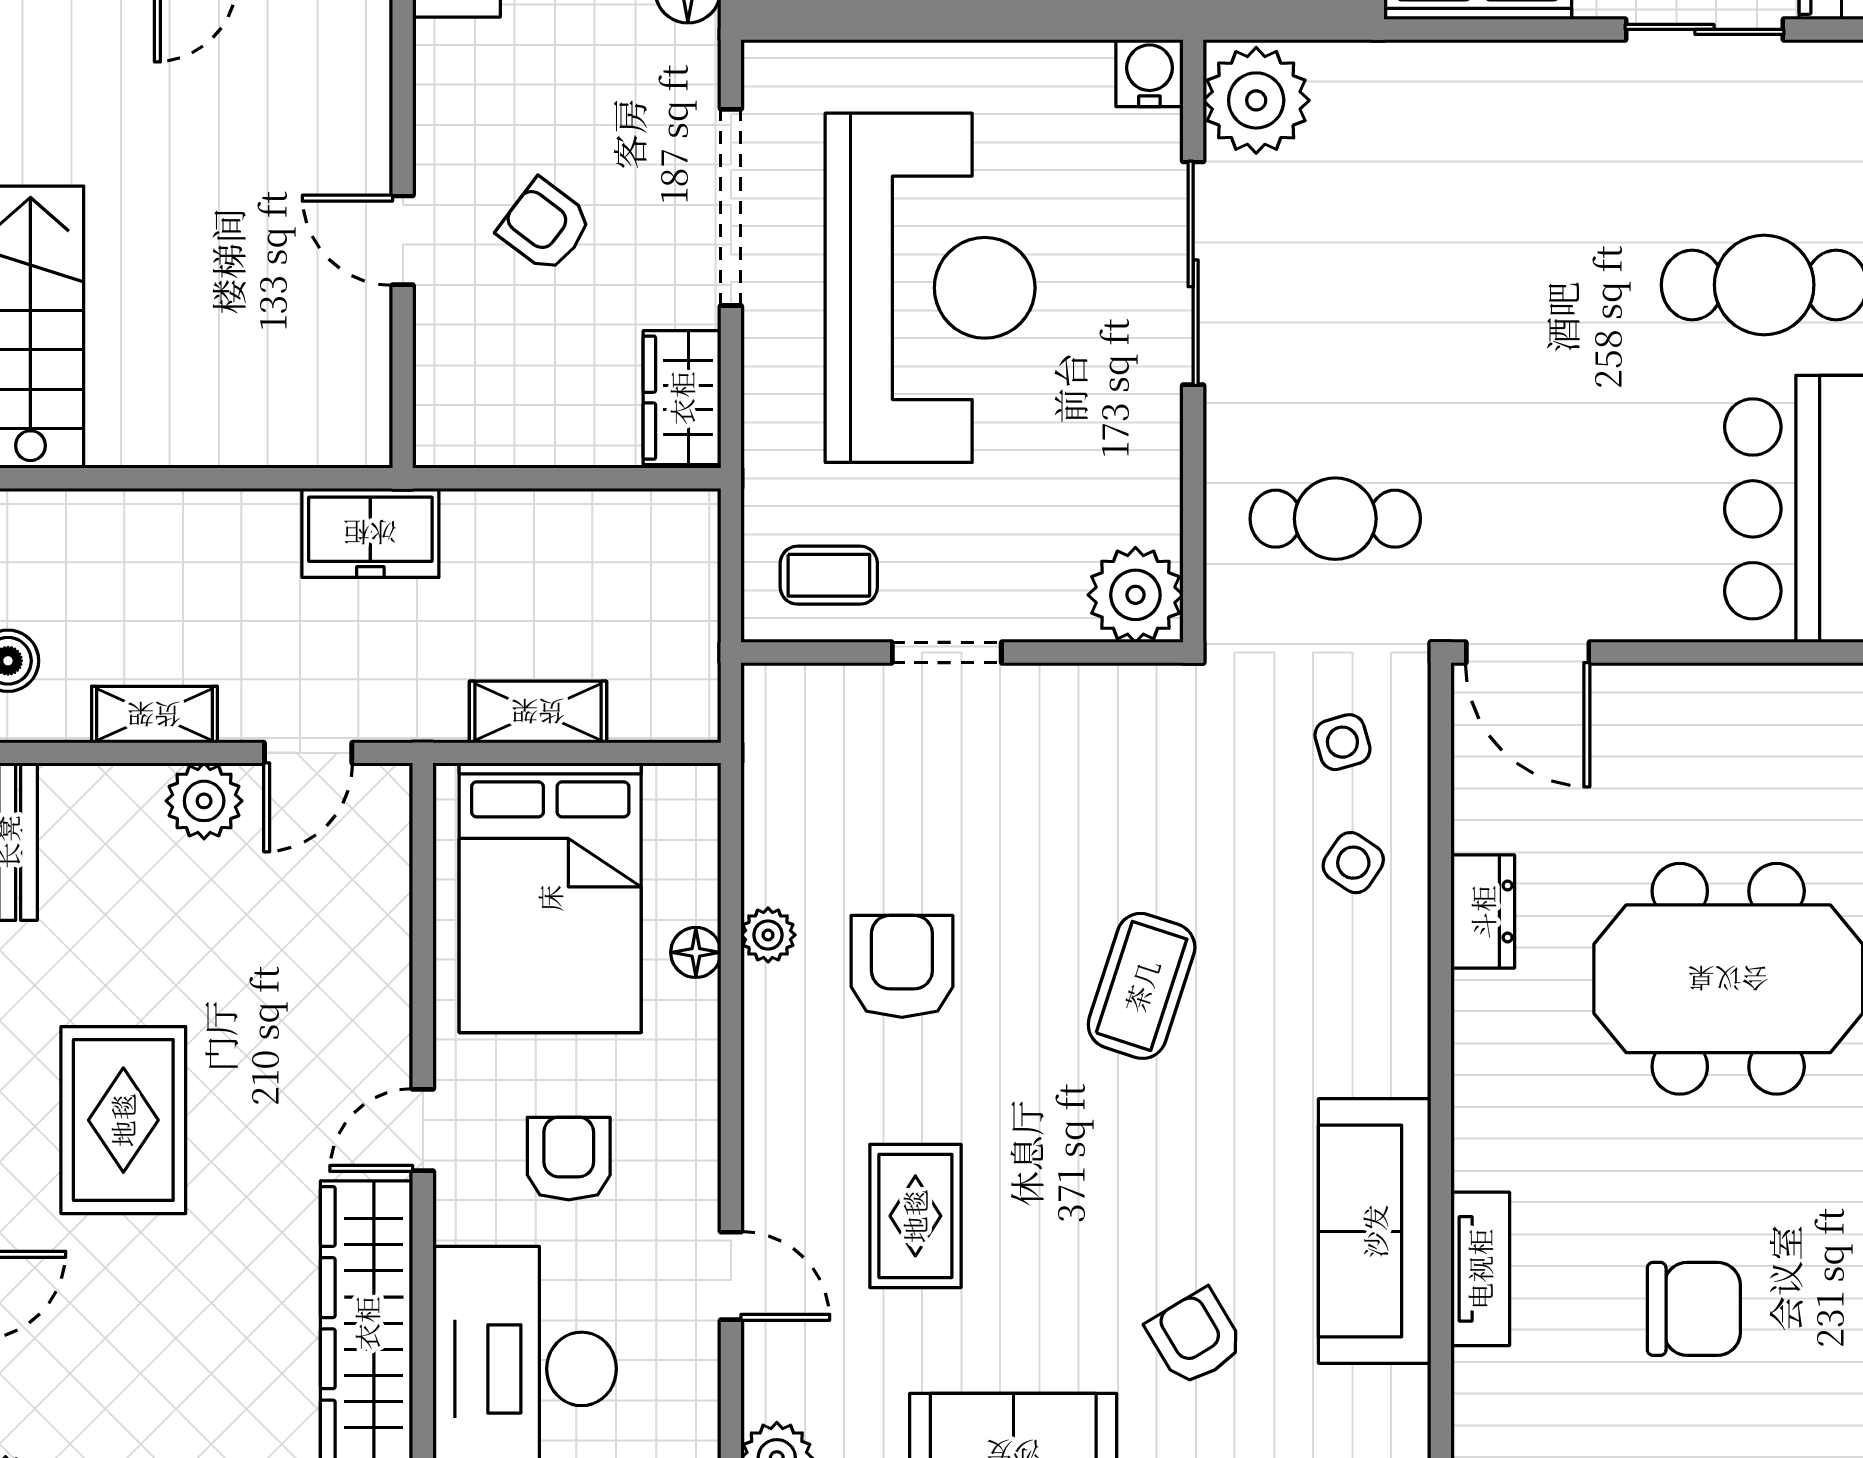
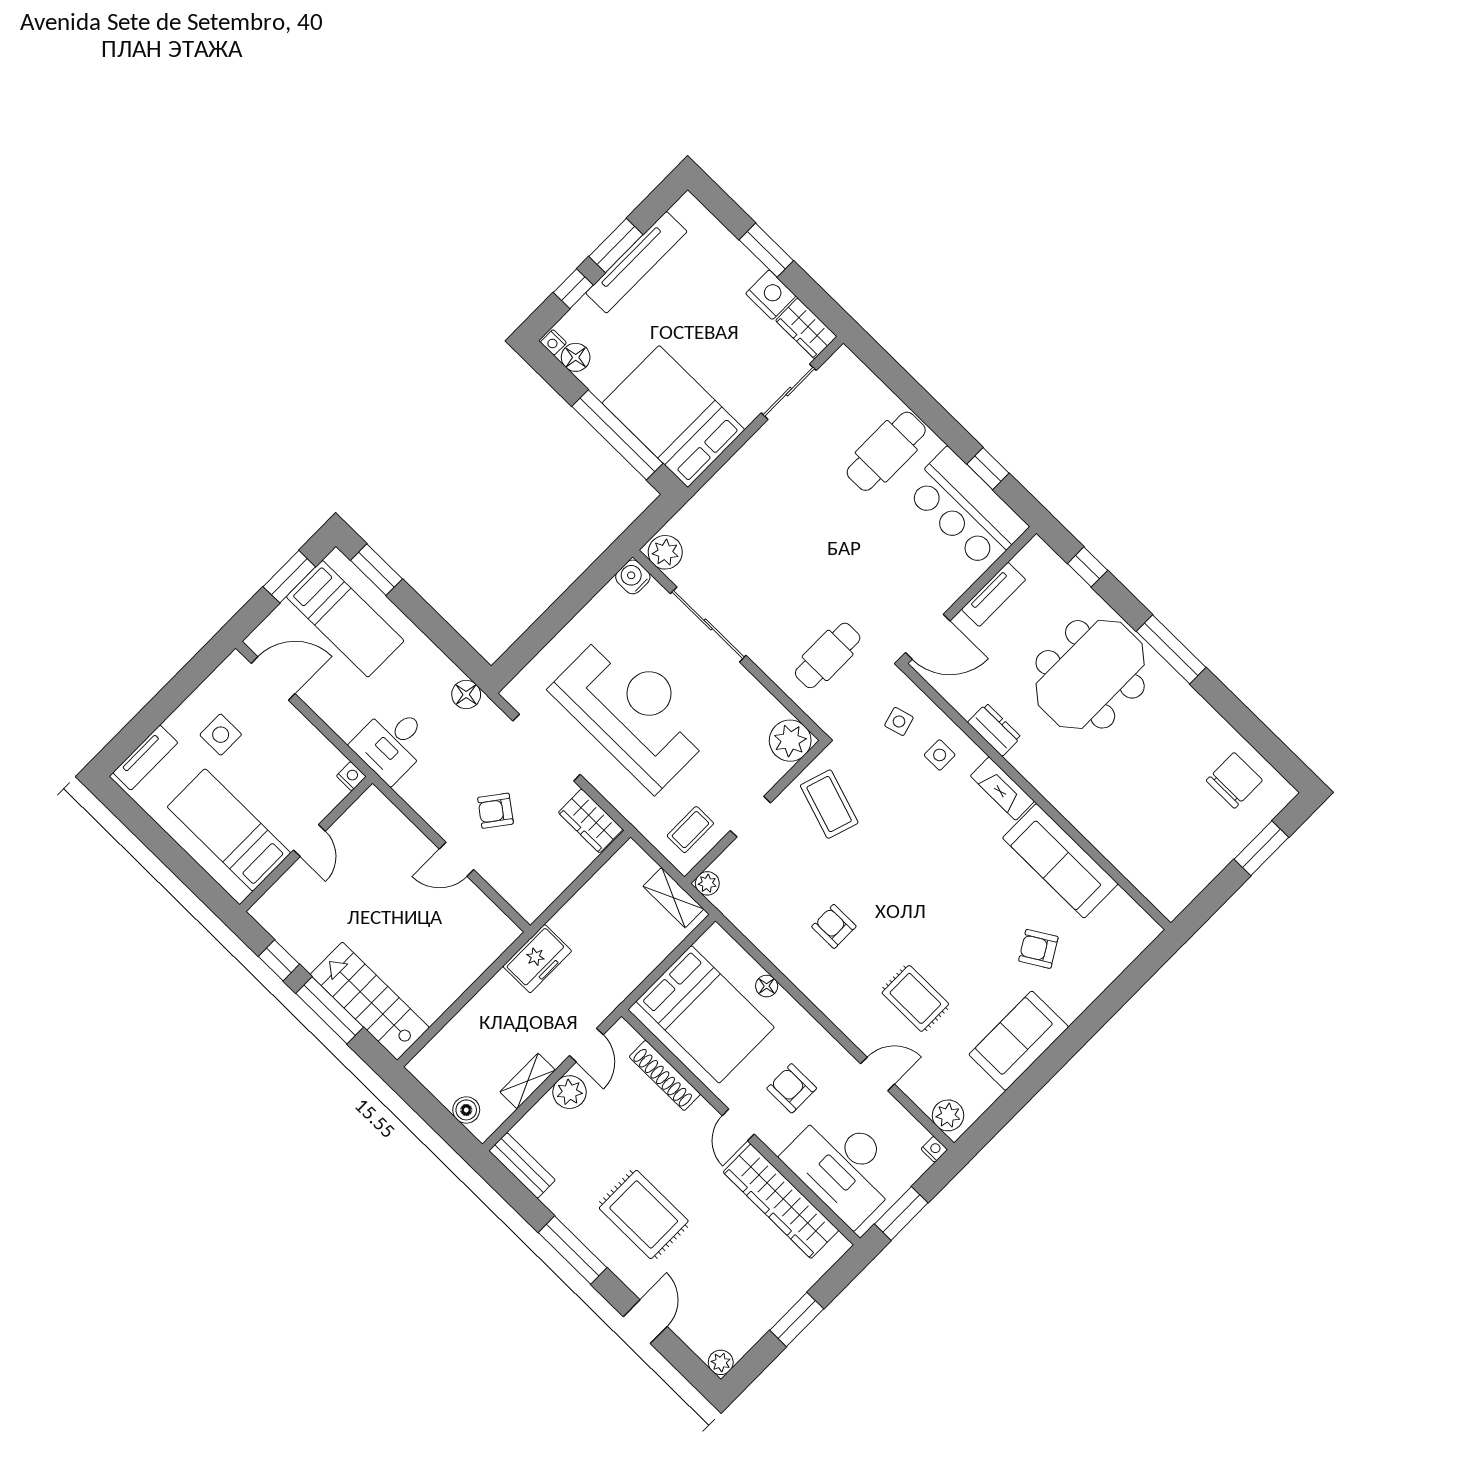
plant: (1256, 100) -> (665, 552), width x0.73, depth x0.73
shelving: (538, 712) -> (673, 898), moved, turned 90
side table: (1353, 863) -> (940, 755), turned -34
shoe rack: (385, 930) -> (665, 1075), added
plant: (768, 935) -> (707, 883), moved
armchair: (902, 966) -> (834, 926), width x0.72, depth x0.72
coffee table: (1142, 986) -> (829, 804), moved
fireplace: (1399, 1020) -> (1002, 789), added
tv unit: (1480, 1269) -> (994, 594), moved, turned 90
chair: (1694, 1309) -> (1234, 780), moved

